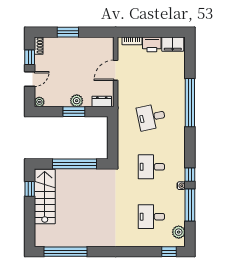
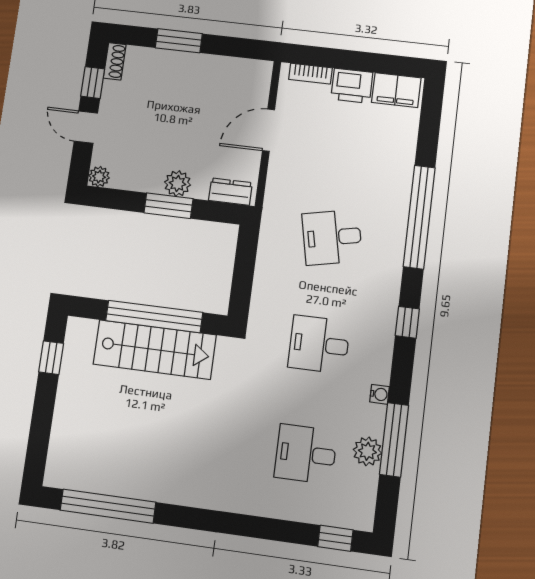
door: (30, 79) -> (86, 127), swing flipped
window: (190, 175) -> (407, 322), moved
stairs: (45, 197) -> (155, 350), moved, turned 90
plant: (179, 232) -> (367, 451), moved

